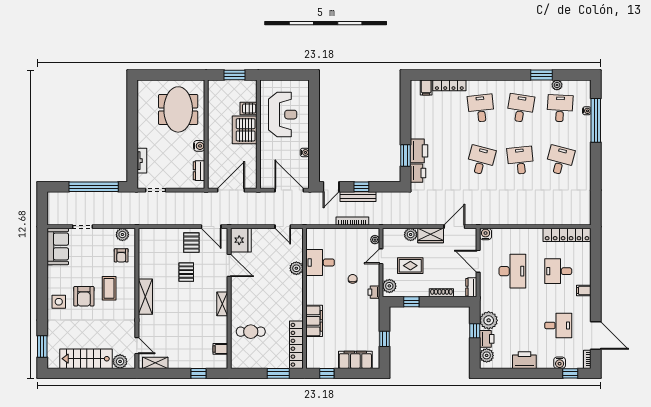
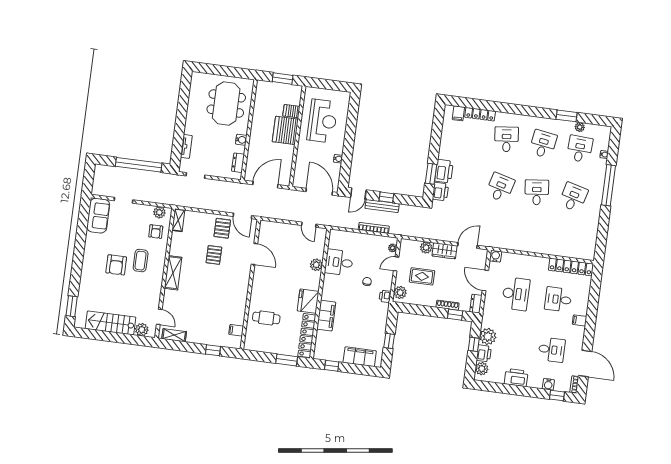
window: (596, 120) -> (609, 185), moved
fridge: (241, 240) -> (308, 301), moved, turned 180
side table: (59, 302) -> (92, 267), removed
window: (411, 302) -> (455, 315), moved
shelving: (222, 304) -> (178, 220), moved

